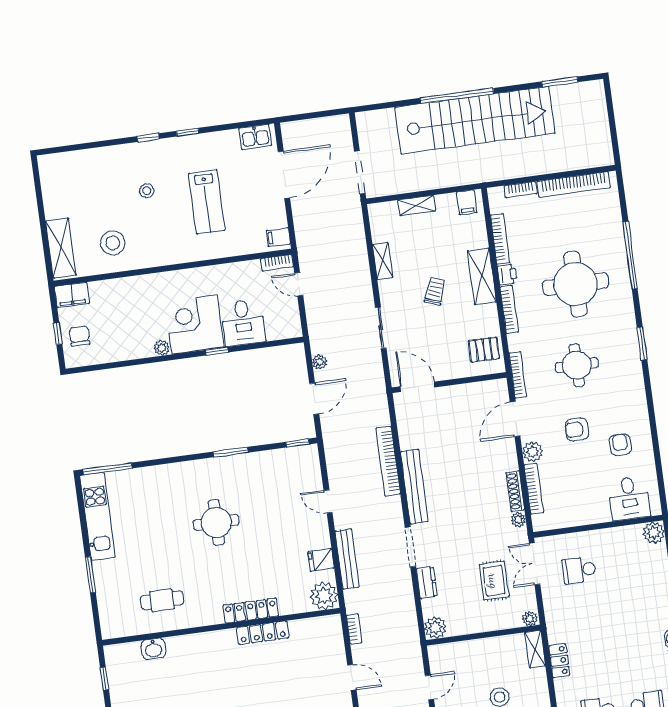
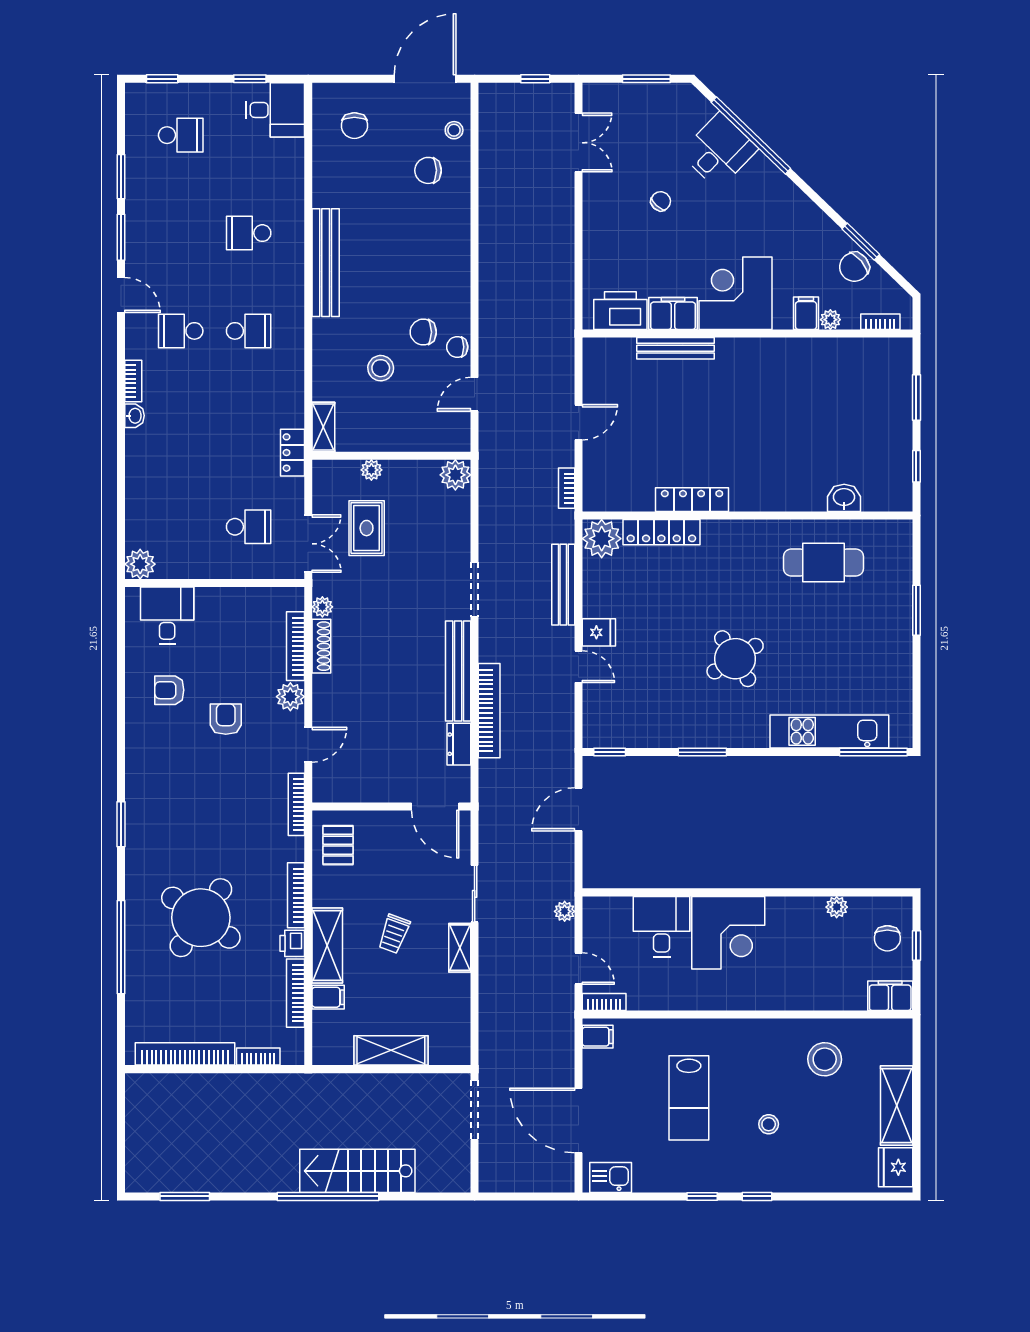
stairs: (475, 120) -> (357, 1171), width x0.54, depth x0.66
fridge: (51, 172) -> (896, 1167), added
door: (284, 175) -> (579, 1121), hinge flipped
lab bench: (207, 202) -> (689, 1098), turned 180
filing cabinet: (467, 202) -> (328, 997), moved, turned 90
shelving: (417, 206) -> (391, 1050), width x1.50, depth x1.33
shelving: (61, 248) -> (897, 1106), moved
shelving: (383, 261) -> (460, 948), moved
round table: (575, 284) -> (201, 918), turned 35
plant: (162, 348) -> (837, 907), moved
pallet: (484, 350) -> (338, 845), turned 90
window: (217, 351) -> (702, 892), removed
plant: (320, 362) -> (565, 911), moved
round table: (577, 365) -> (214, 807), removed
door: (515, 419) -> (308, 745), width x0.73
armchair: (577, 429) -> (226, 719), turned -90
armchair: (620, 445) -> (169, 690), turned 90
kitchen unit: (98, 516) -> (829, 731), moved, turned 90
round table: (216, 522) -> (735, 659), turned -32
fridge: (321, 560) -> (599, 632), moved
dresser: (427, 582) -> (459, 744), moved
cafe table: (162, 600) -> (824, 563), width x1.37, depth x1.35
locker: (251, 611) -> (661, 532), moved
plant: (530, 618) -> (371, 470), moved
locker: (559, 661) -> (292, 453), moved
door: (352, 677) -> (579, 422), swing flipped

